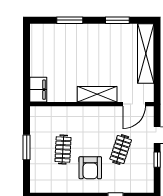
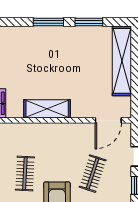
window: (70, 20) -> (48, 22), moved
shelving: (97, 94) -> (47, 109), moved

